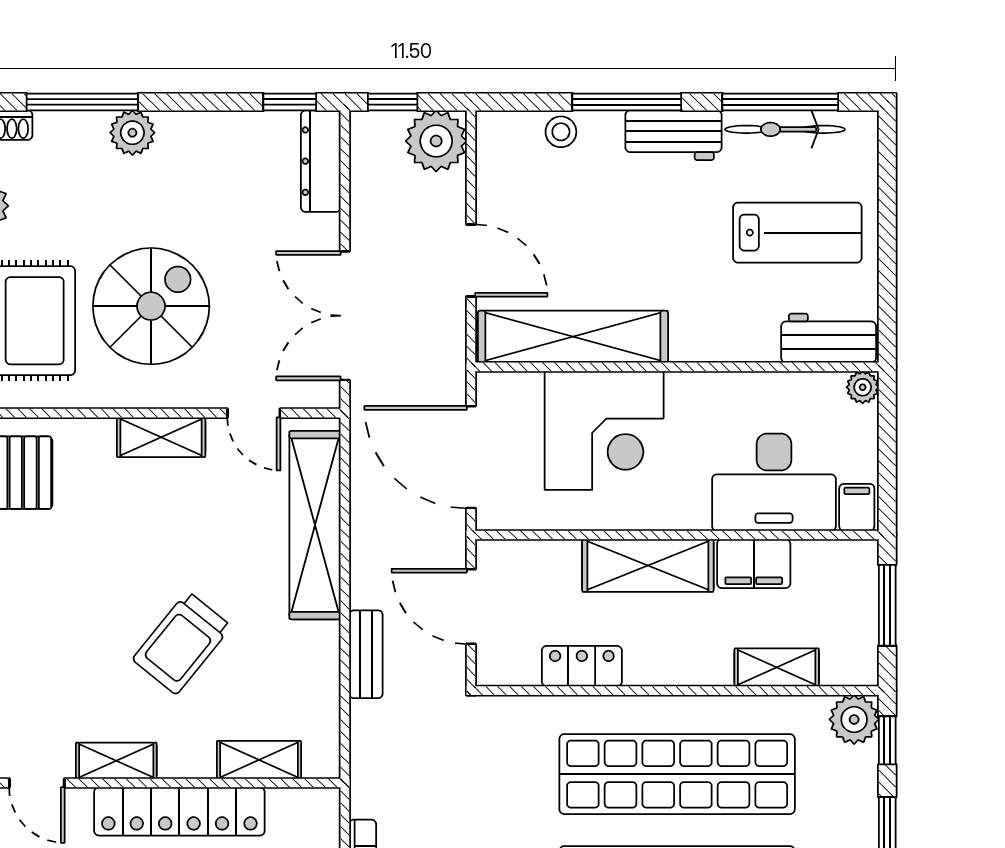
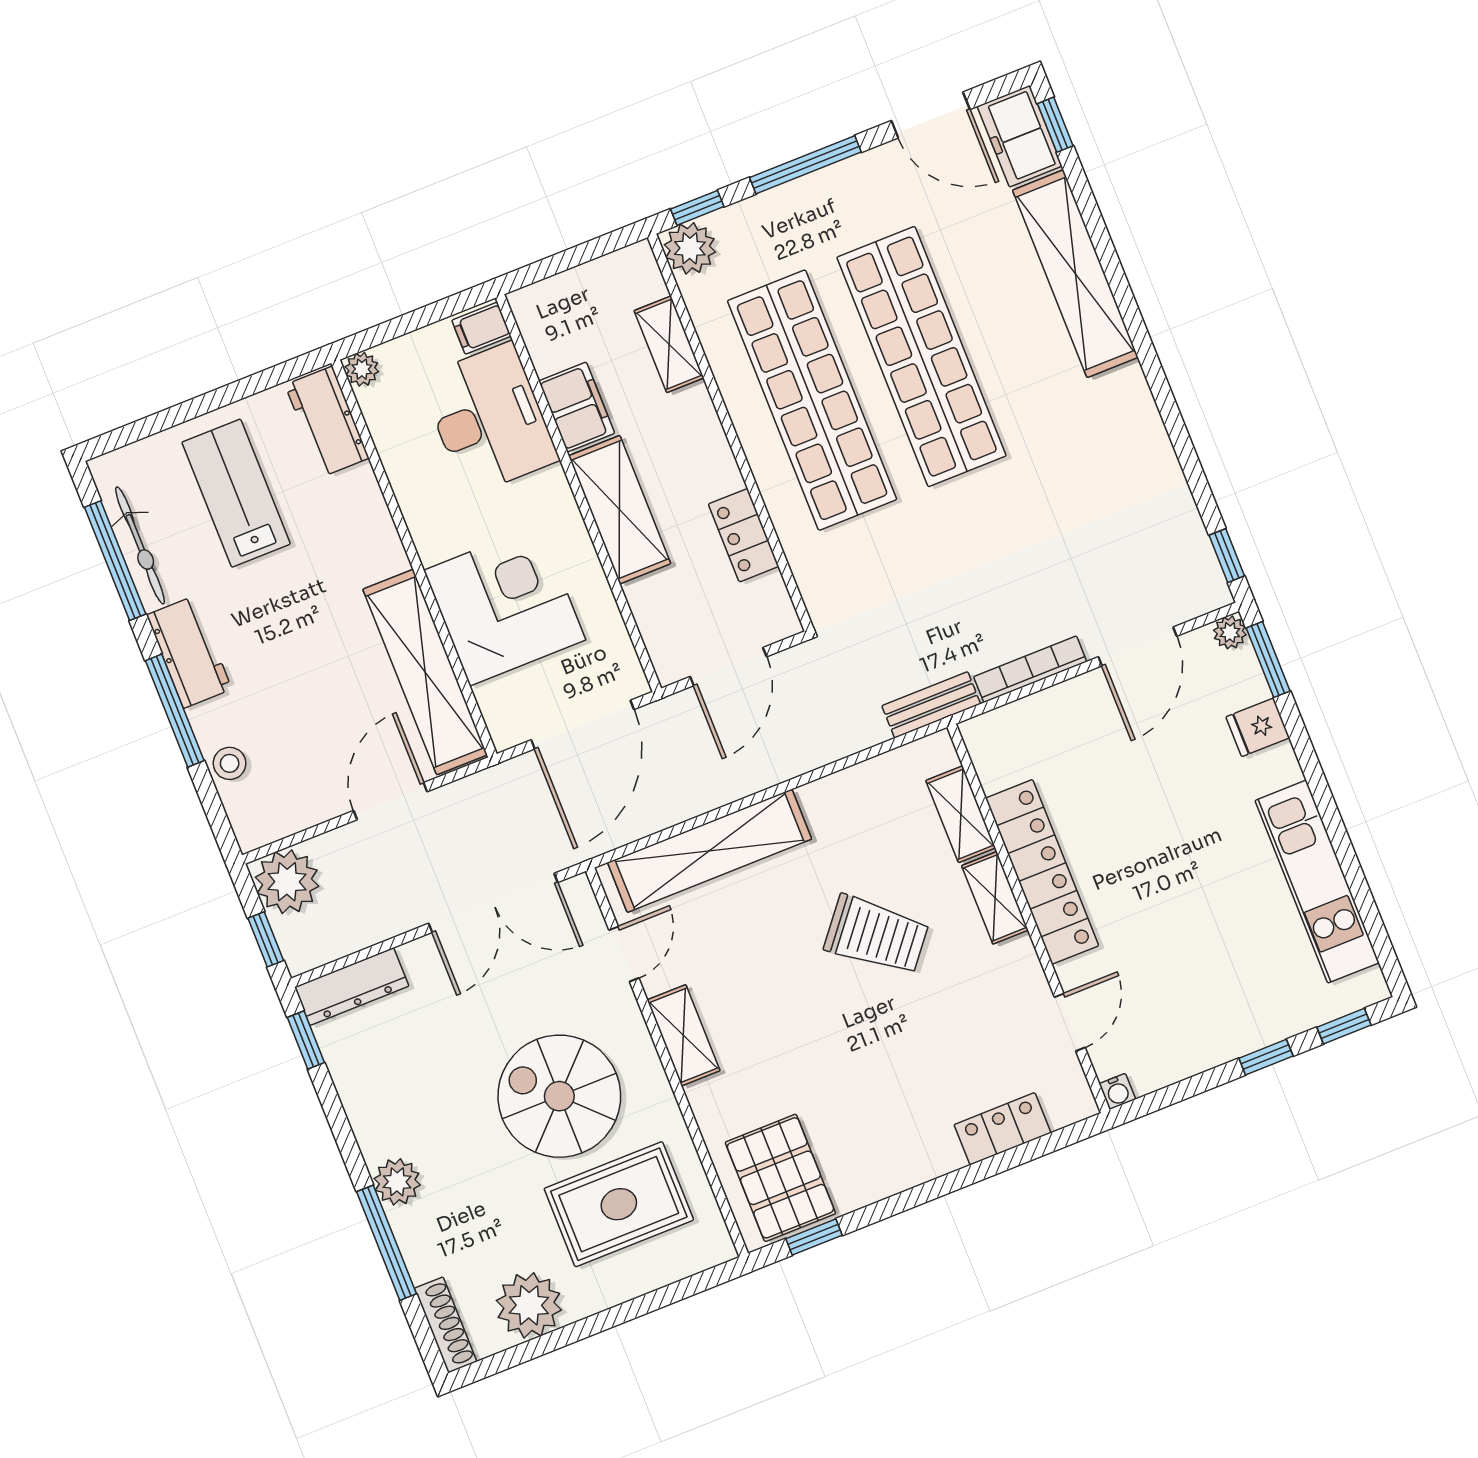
window: (887, 605) -> (565, 260), removed
bench: (366, 654) -> (931, 705), moved
shelving: (116, 761) -> (995, 898), moved

